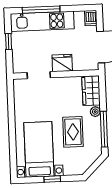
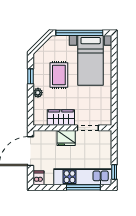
window: (9, 41) -> (114, 172), moved
wardrobe: (91, 91) -> (61, 117), moved, turned -90
window: (104, 129) -> (31, 76), width x0.46
window: (52, 179) -> (79, 33), width x3.17

